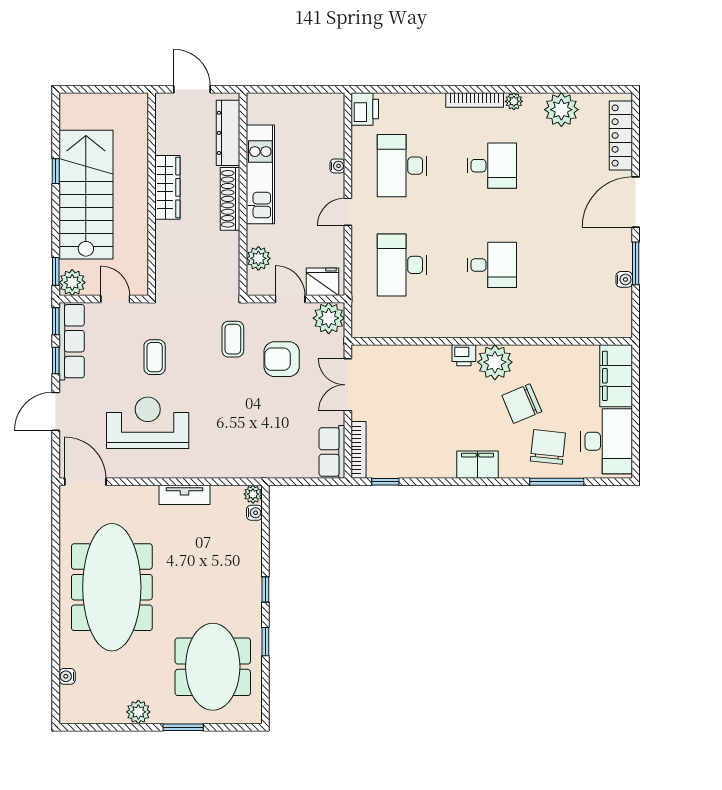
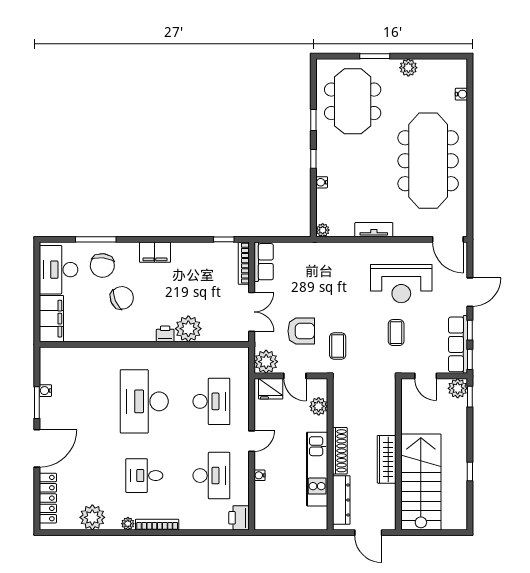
stairs: (86, 195) -> (421, 482), moved, turned 180
desk: (492, 265) -> (144, 401), width x1.87, depth x1.30
plant: (495, 362) -> (188, 329), moved
water cooler: (254, 513) -> (322, 182), moved

